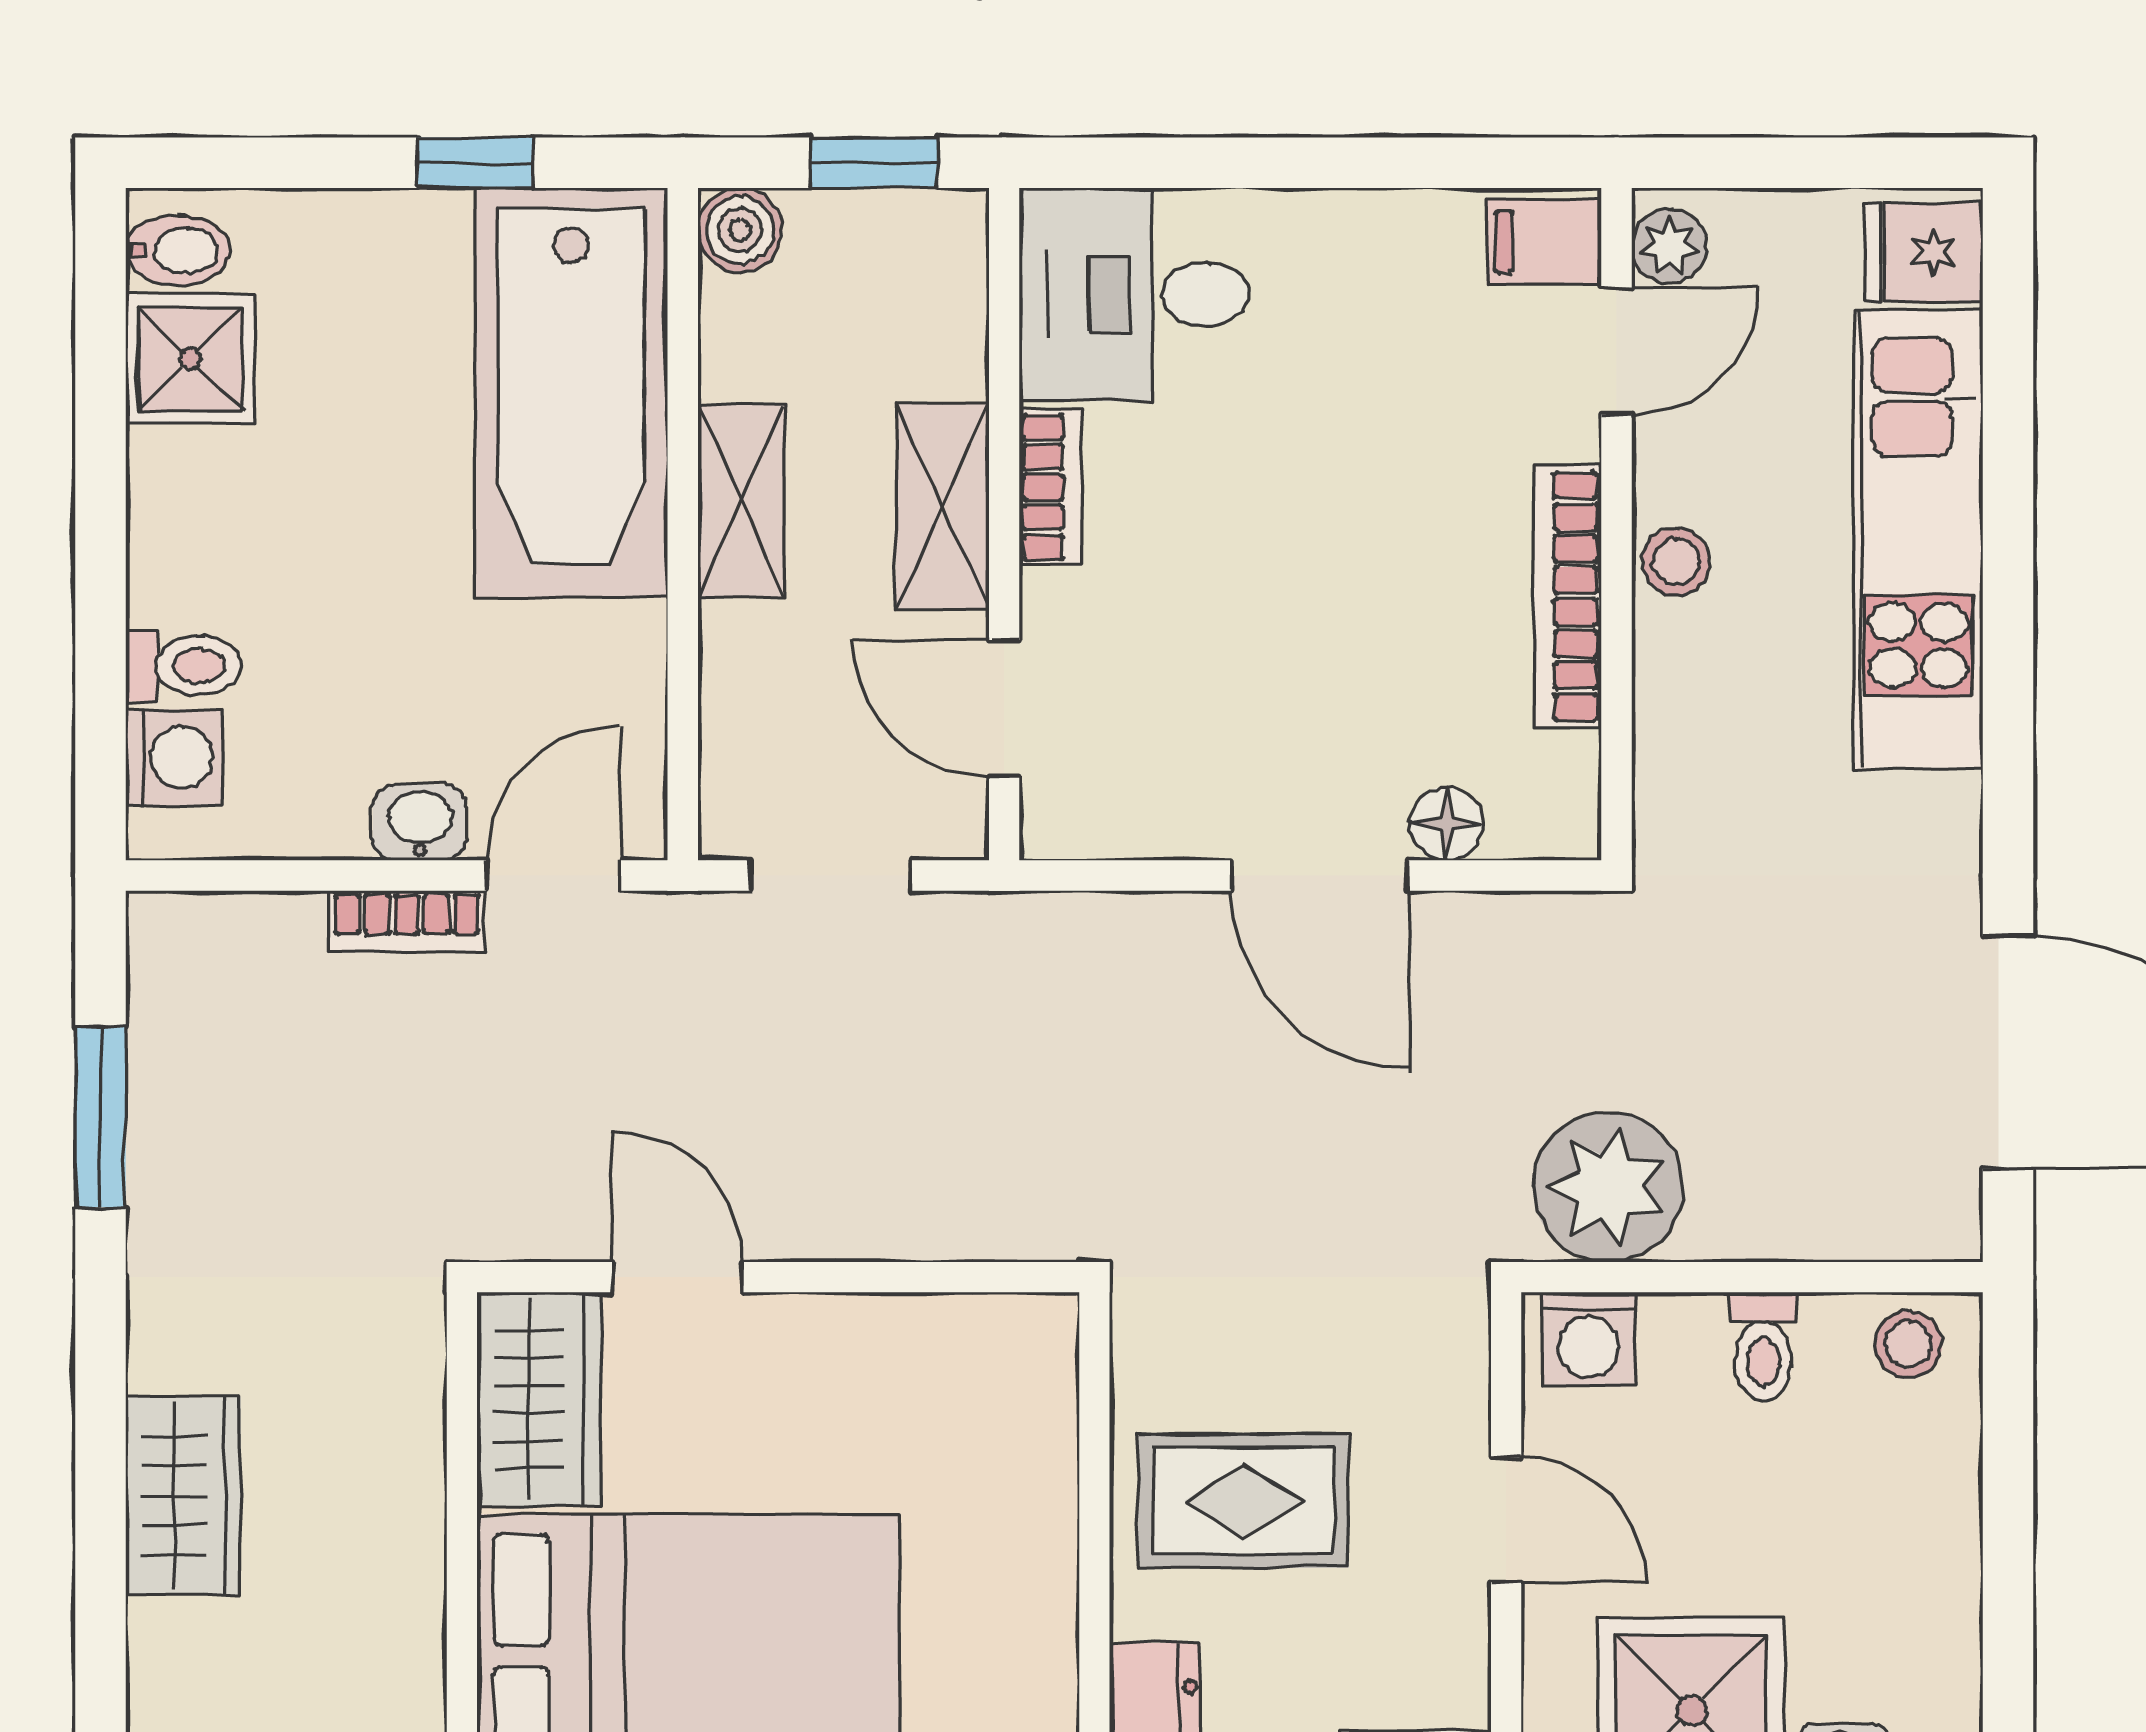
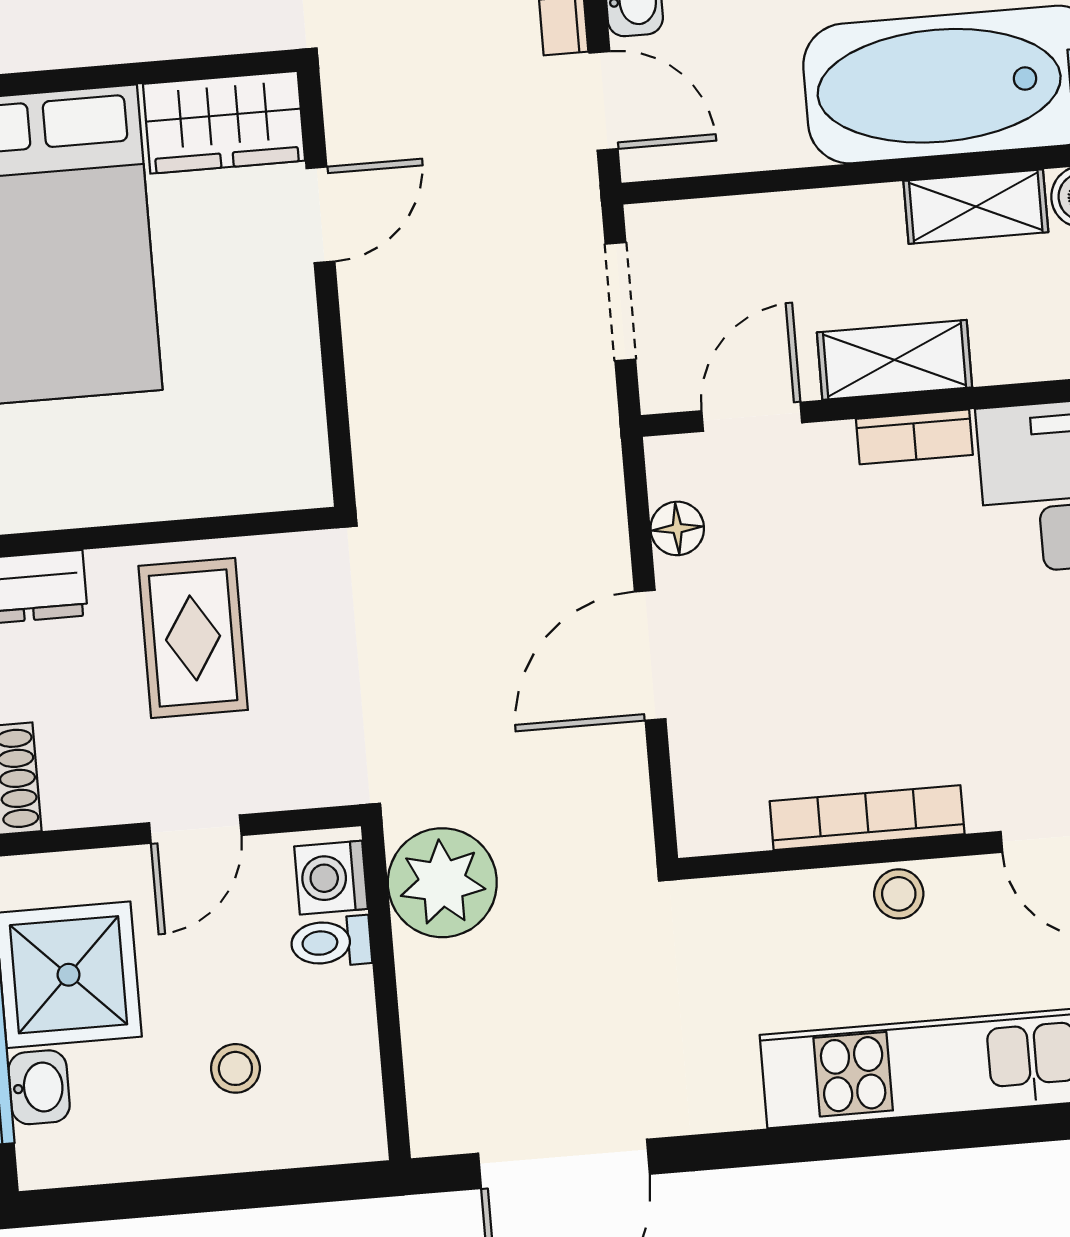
shelving: (741, 501) -> (976, 207), moved
floor lamp: (1446, 824) -> (677, 528), moved
stool: (1909, 1344) -> (235, 1068), moved
toilet: (1763, 1347) -> (331, 942), moved

